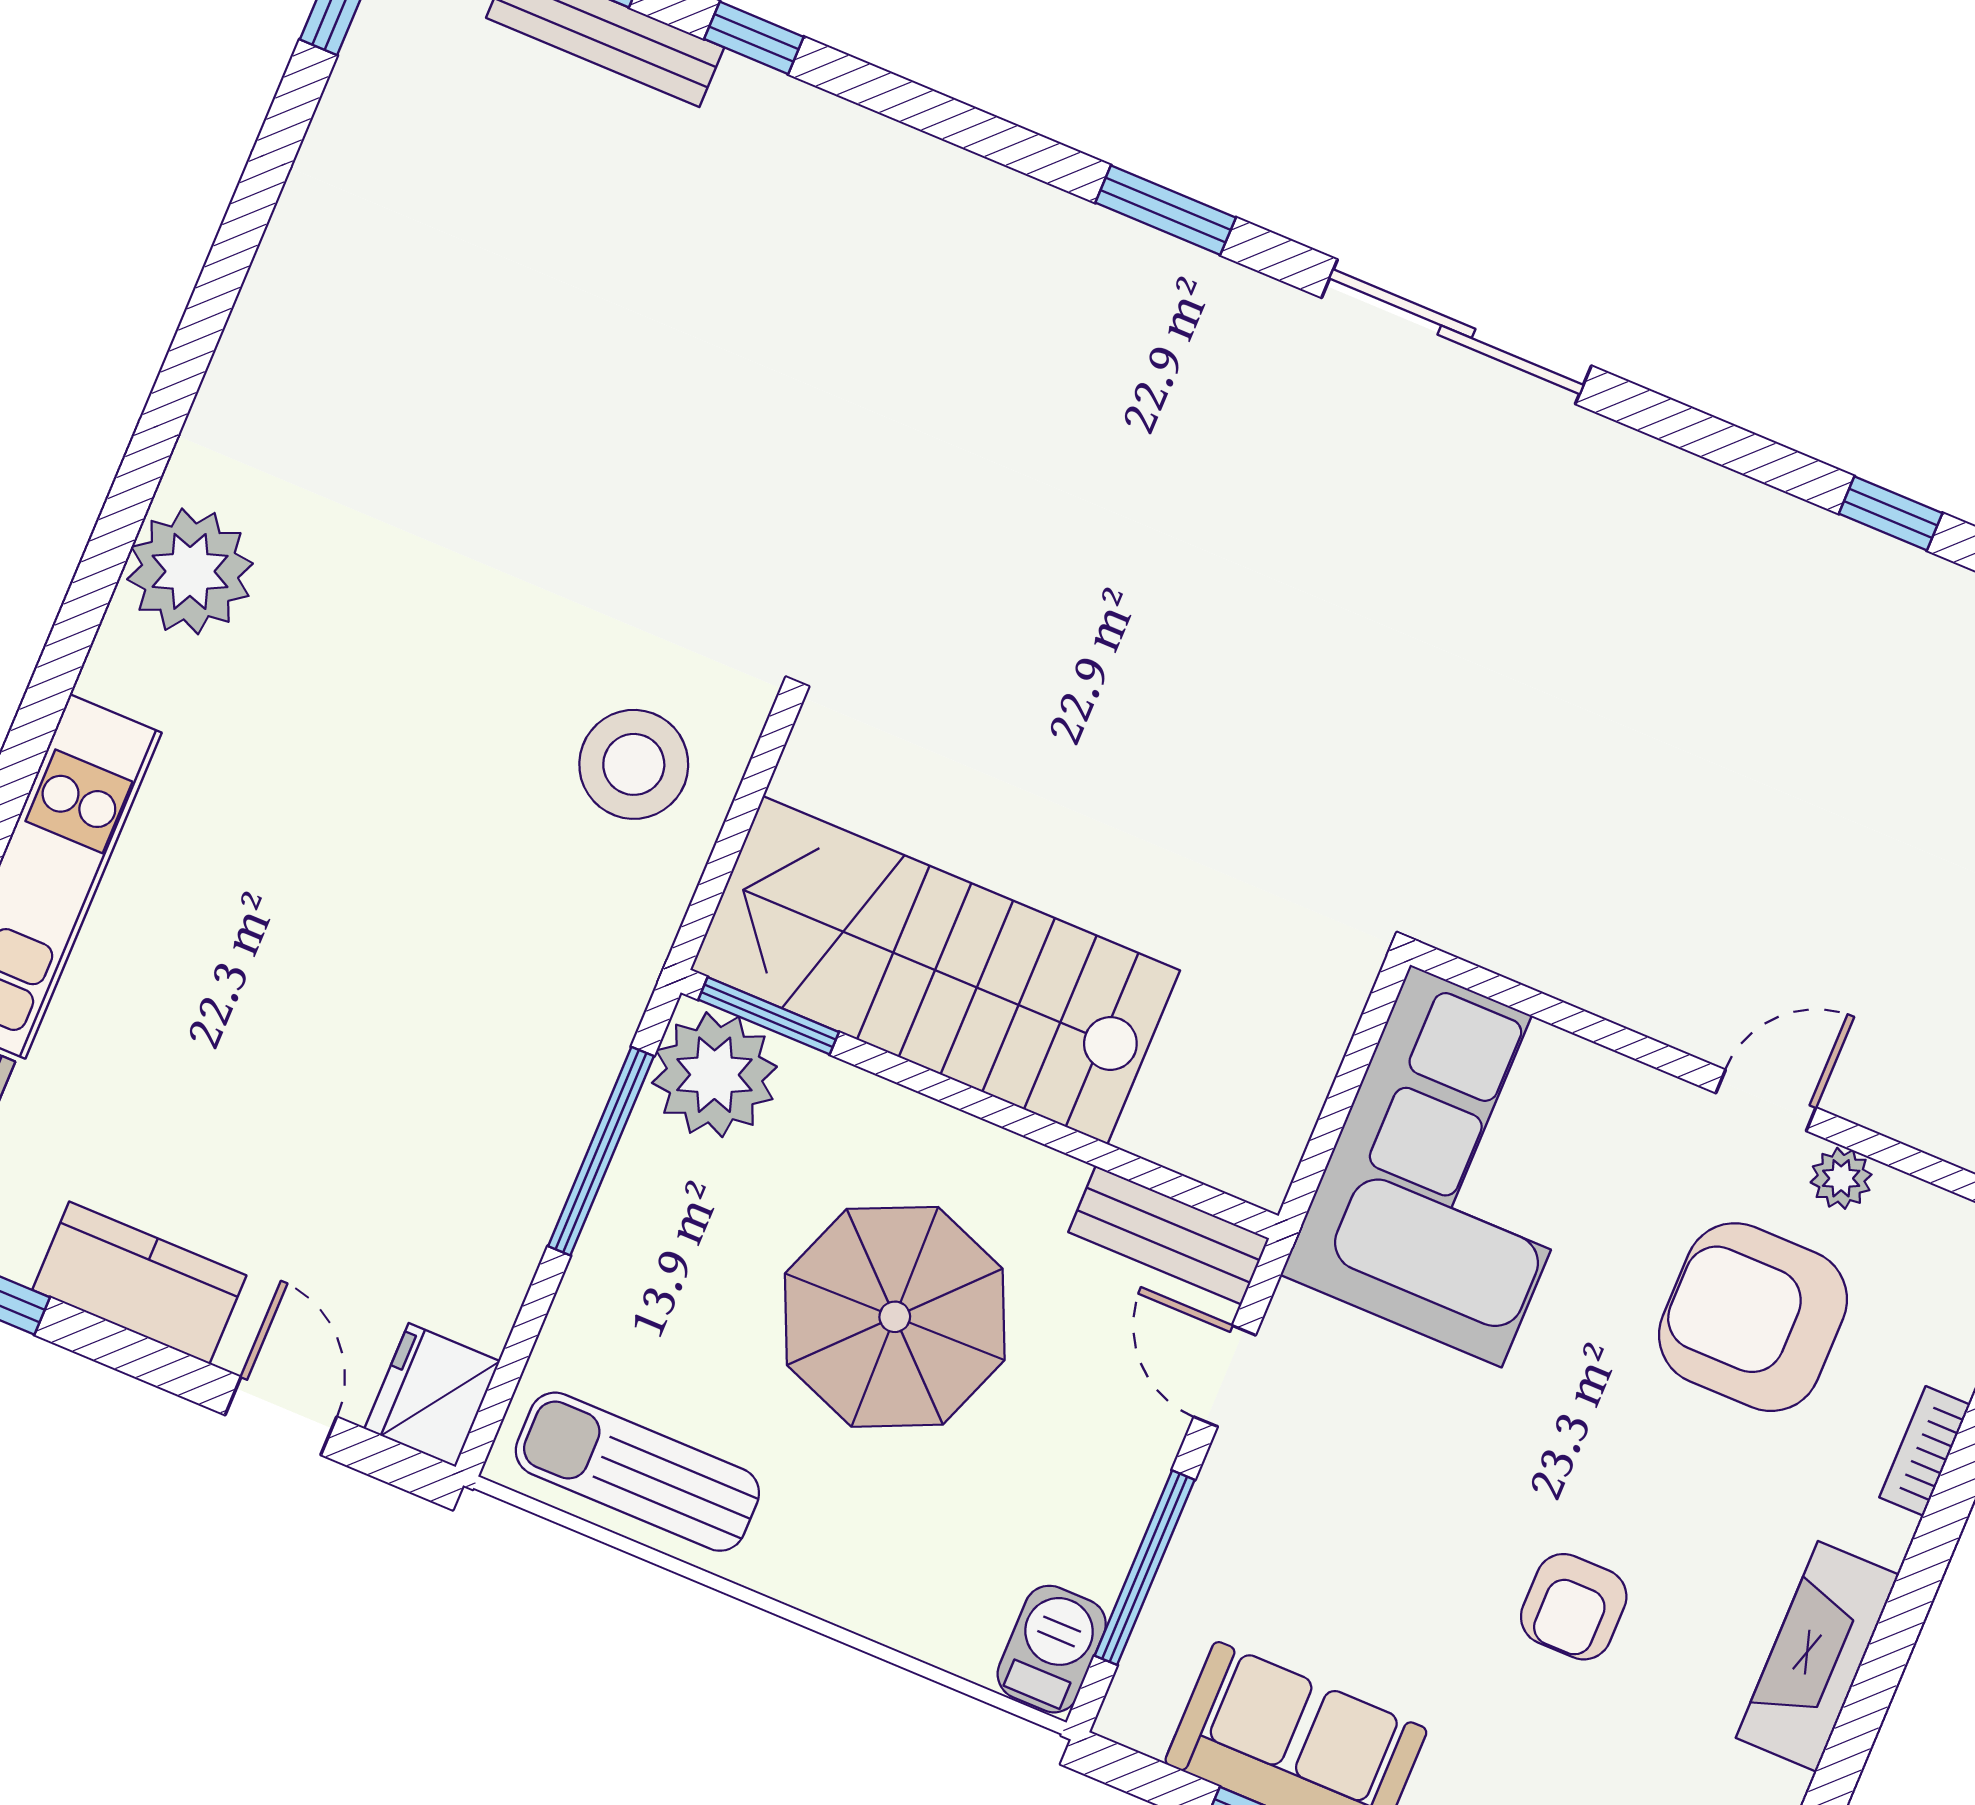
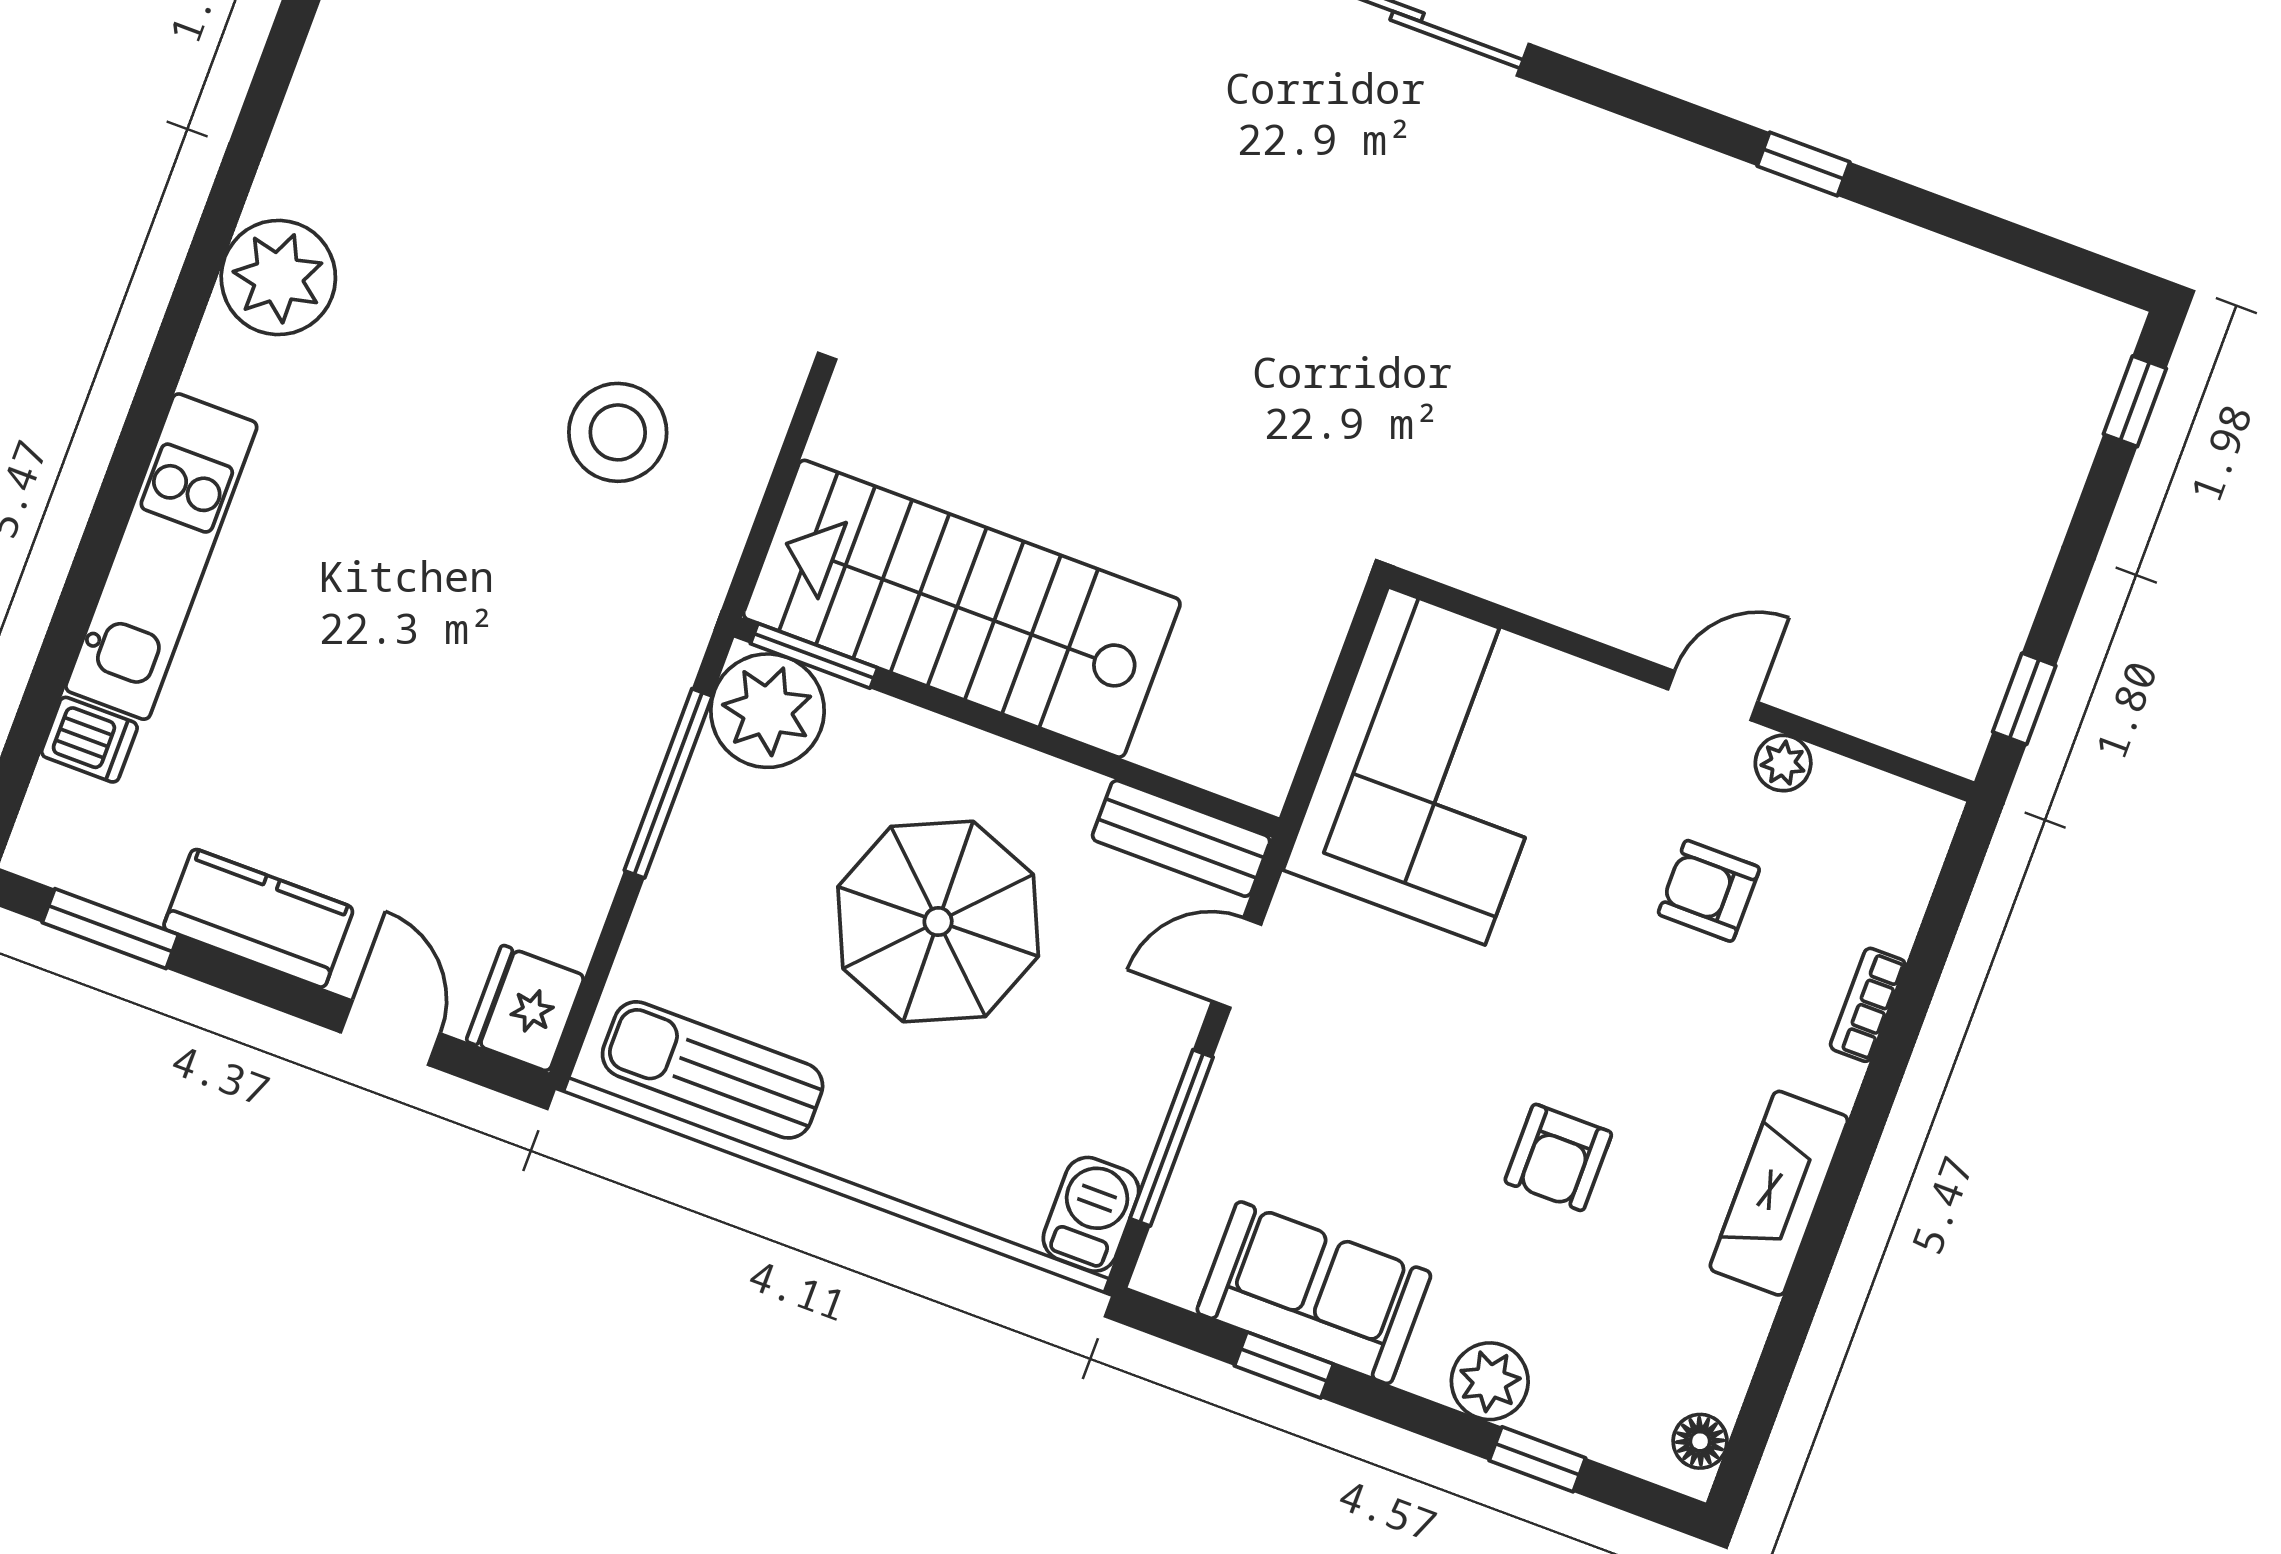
stool: (634, 764) -> (618, 432), moved
armchair: (1753, 1317) -> (1709, 891), width x0.53, depth x0.53
door: (1225, 1376) -> (1237, 963), hinge flipped

